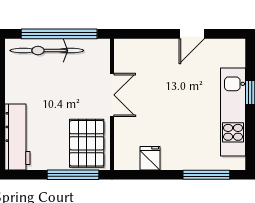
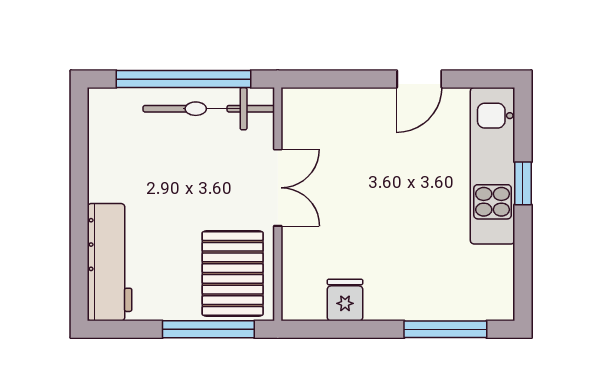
bicycle: (47, 51) -> (209, 109), moved
kitchen unit: (233, 112) -> (493, 166), moved

